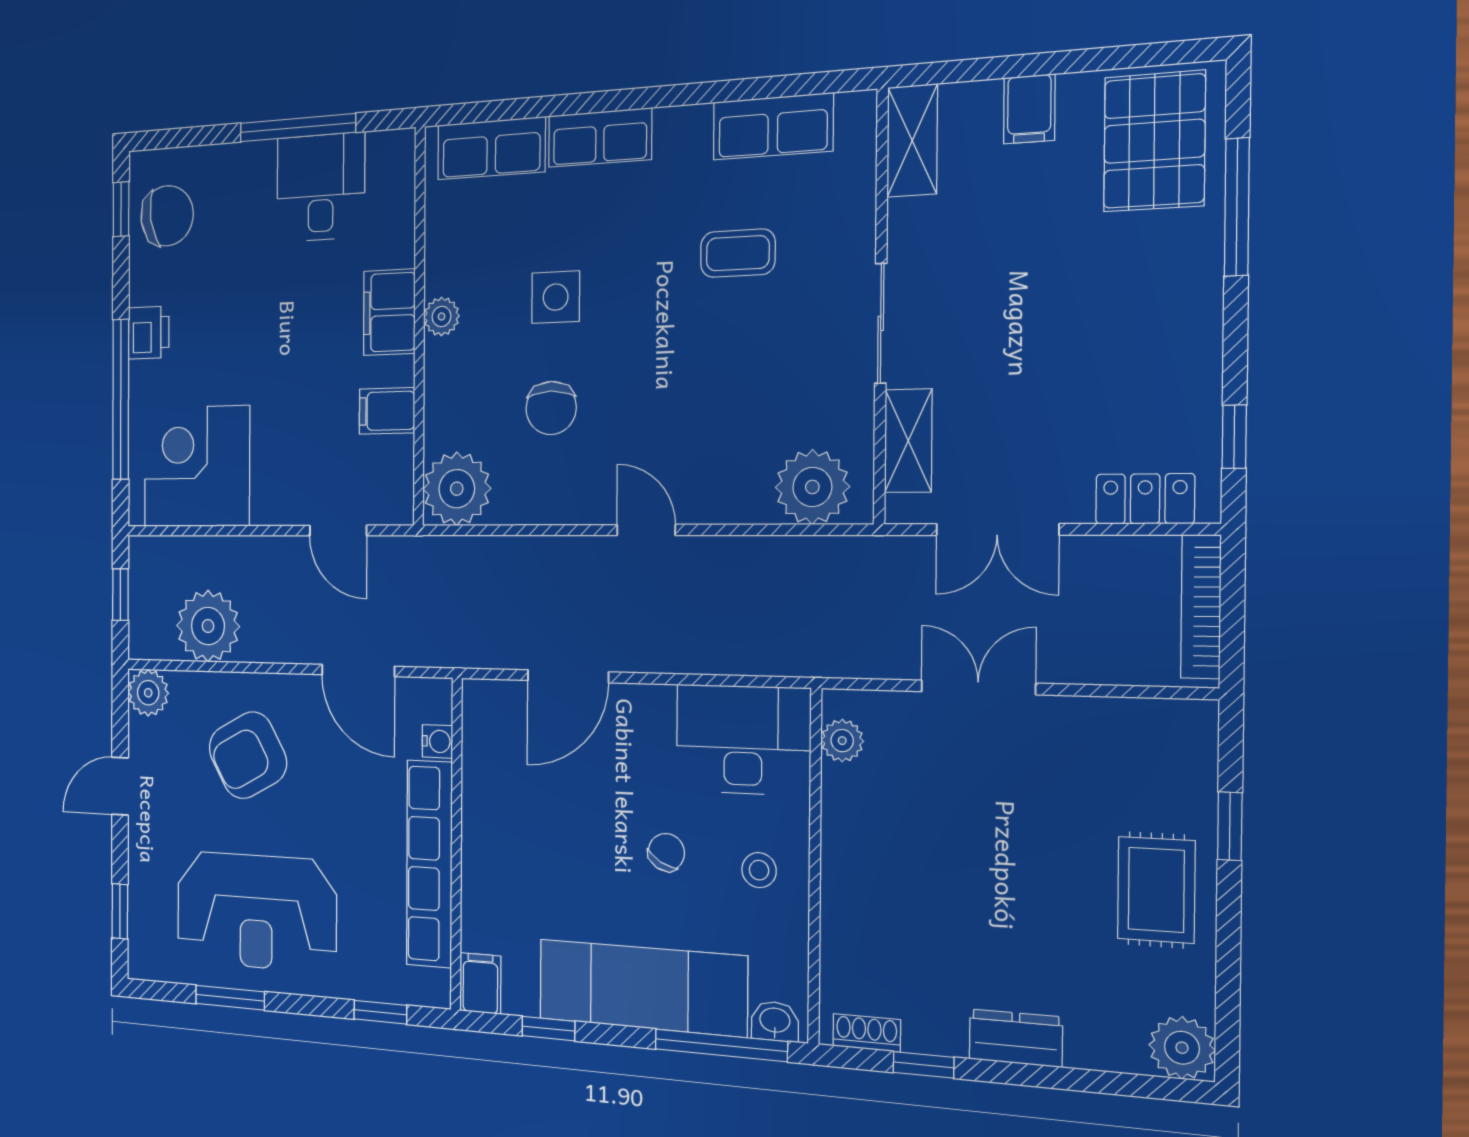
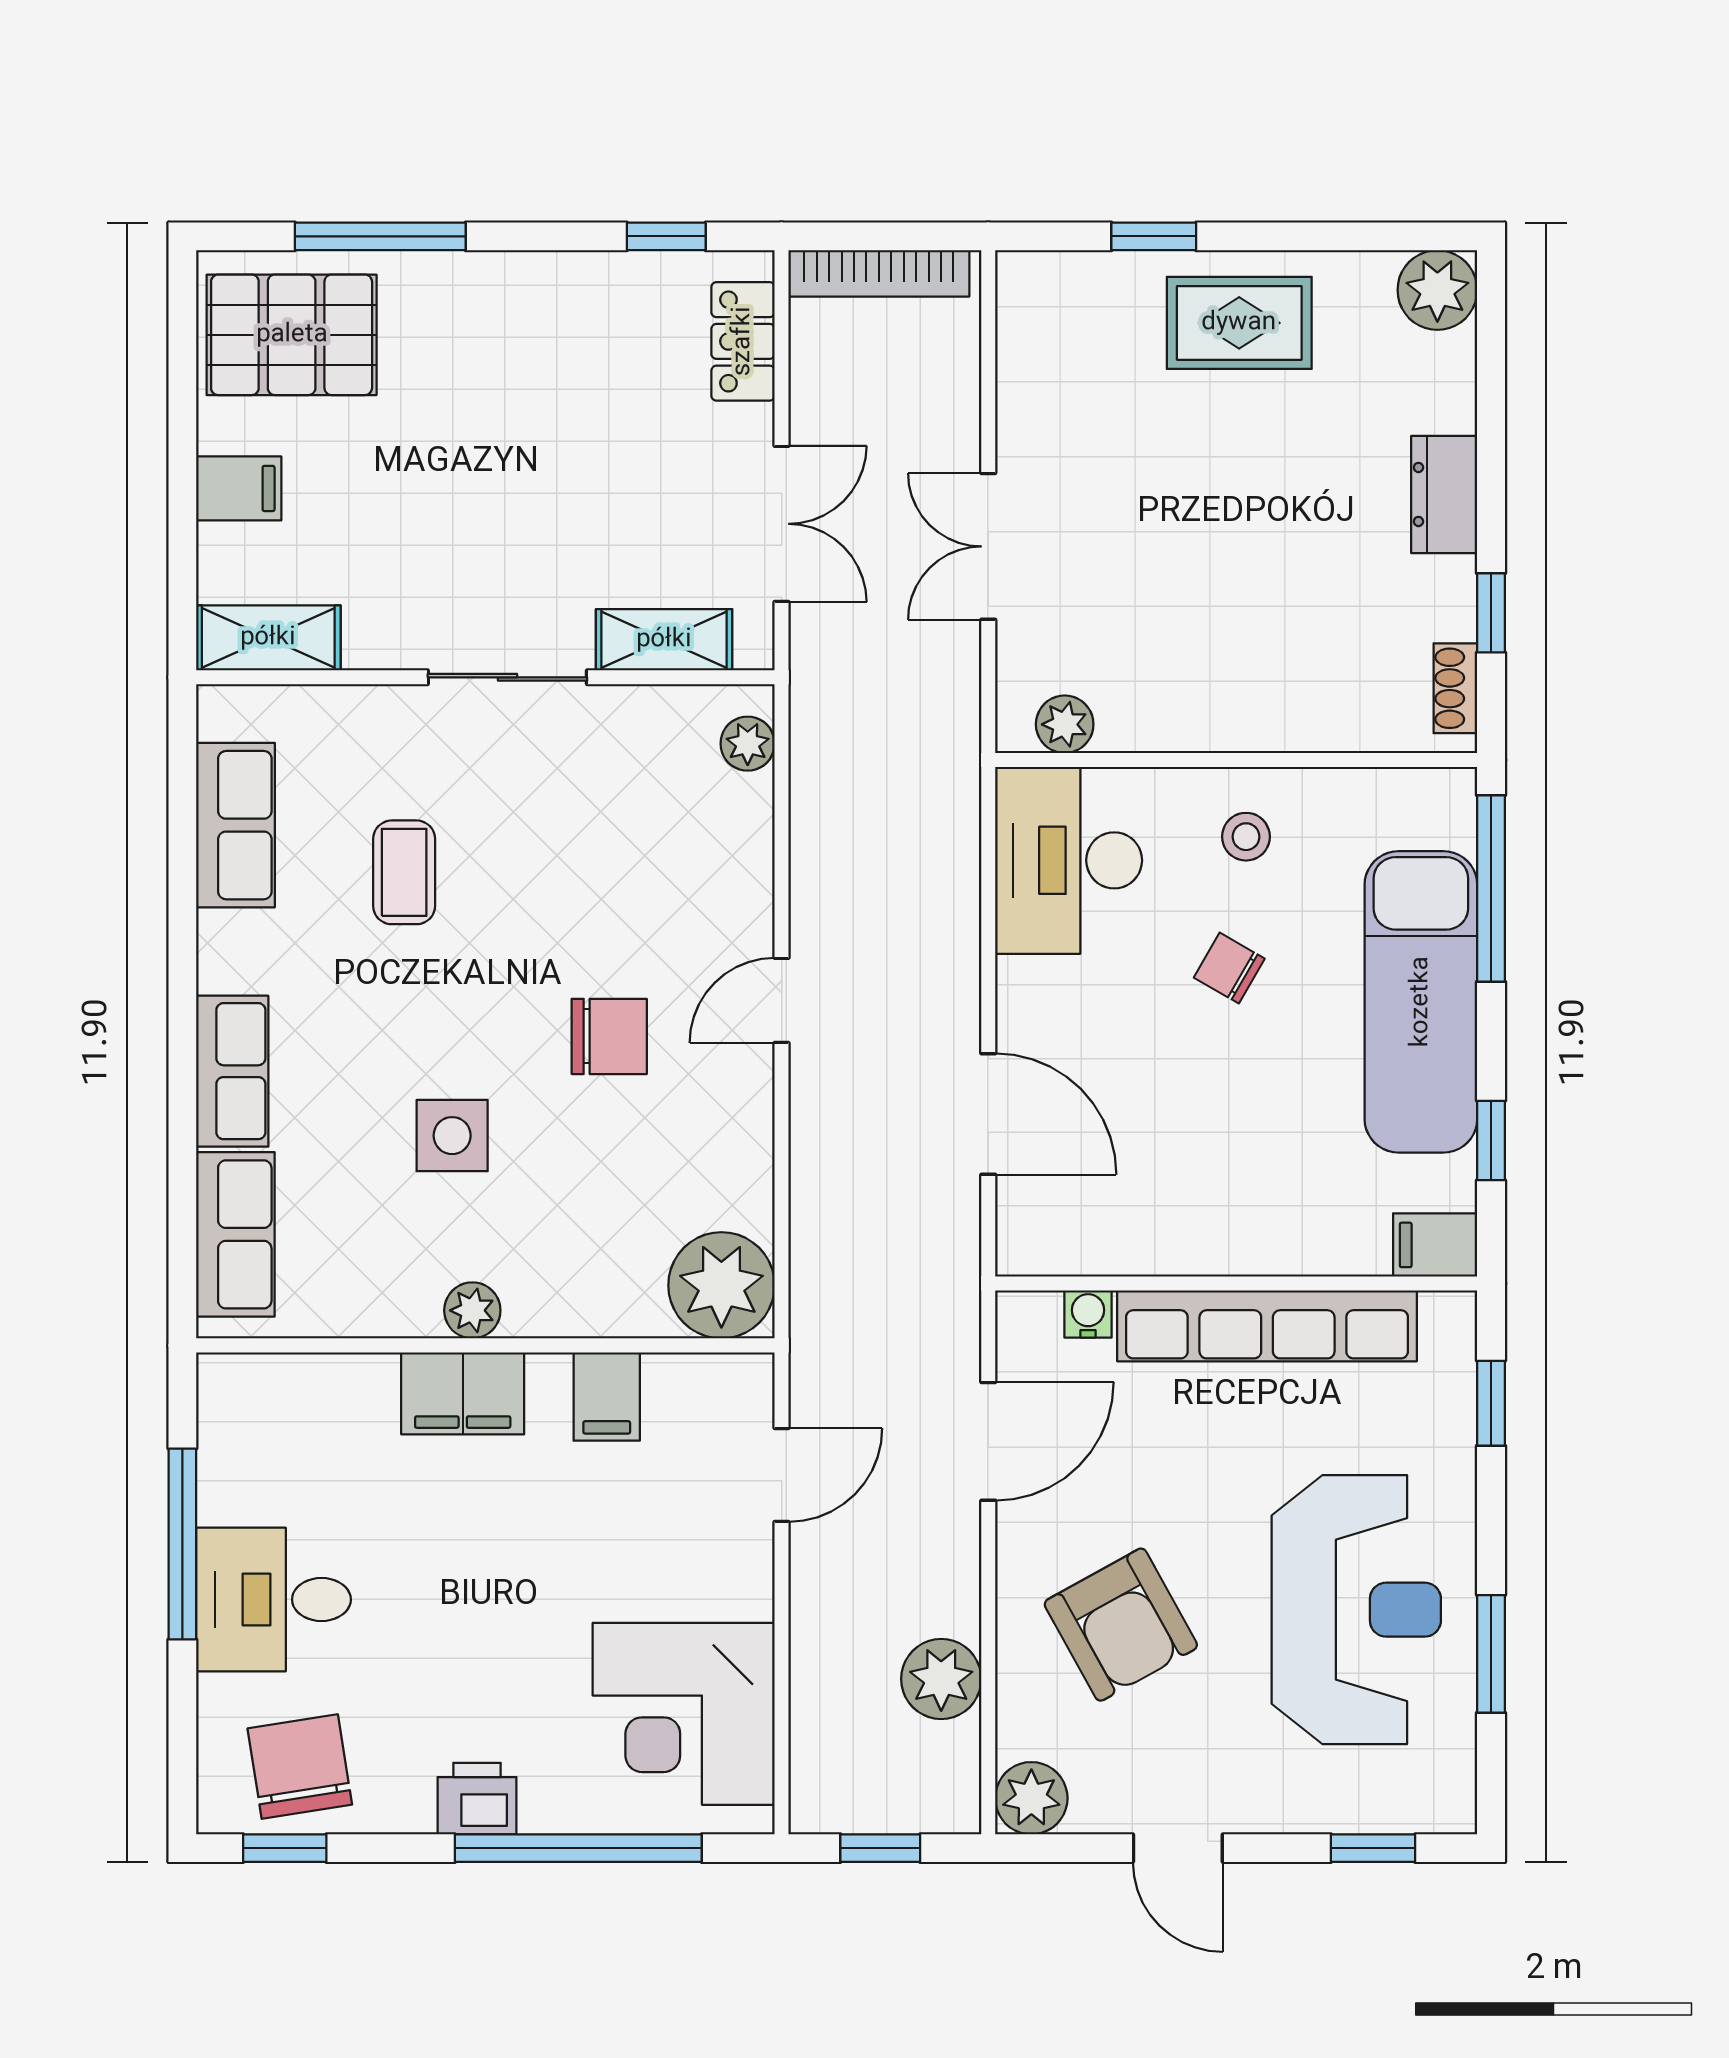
desk: (321, 187) -> (273, 1600), moved
chair: (551, 408) -> (609, 1036), moved
plant: (812, 487) -> (748, 744), width x0.53, depth x0.53
plant: (208, 626) -> (941, 1679), width x0.73, depth x0.73
washbasin: (775, 1021) -> (1451, 813), removed

